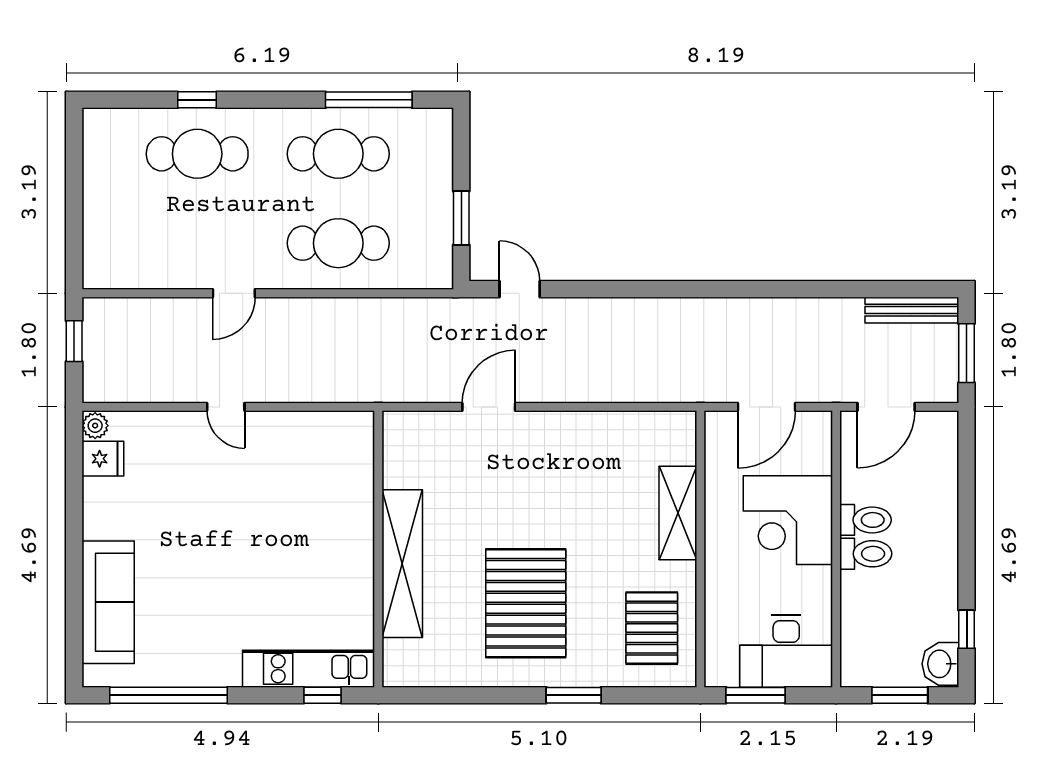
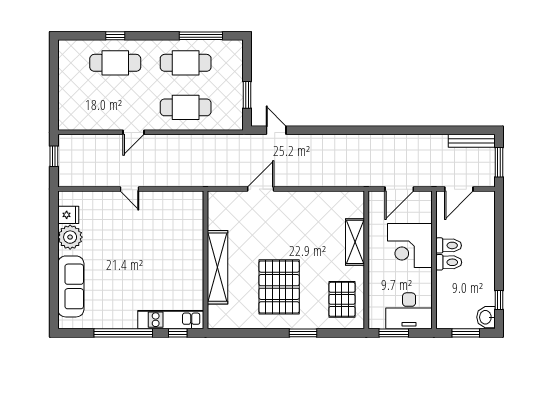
plant: (95, 426) -> (70, 237), moved, width x1.87, depth x1.87
window: (168, 695) -> (123, 333), moved

